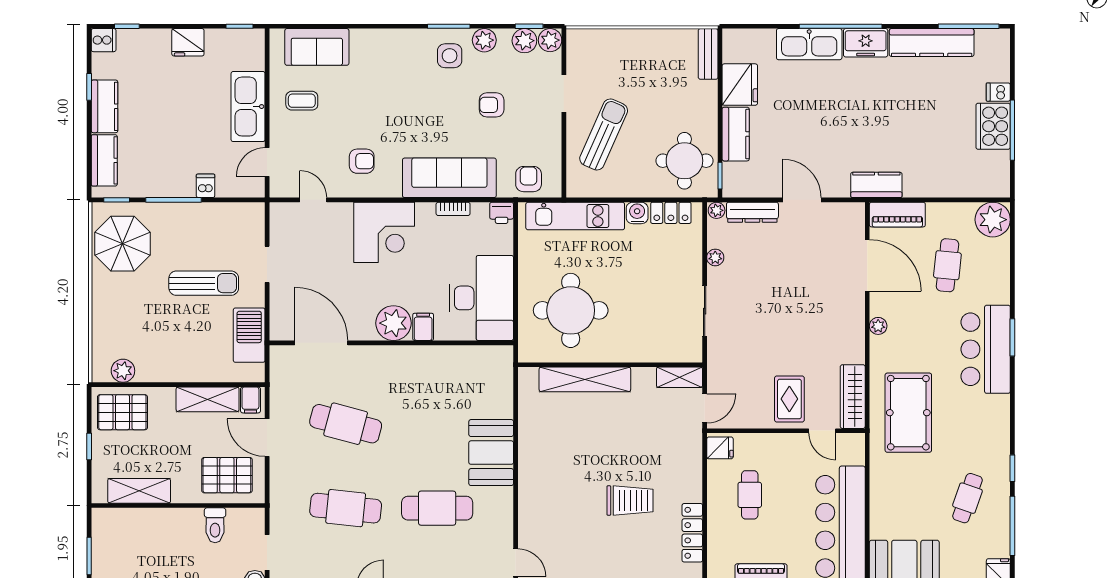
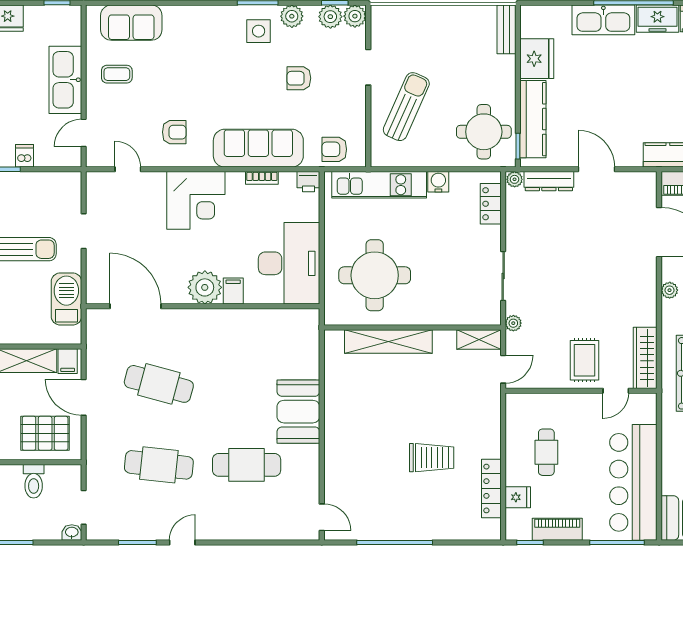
kitchen counter: (736, 134) -> (533, 119), width x1.50
armchair: (529, 179) -> (334, 149), turned -90
locker: (671, 213) -> (491, 204), moved, turned 90
plant: (715, 257) -> (513, 323), moved
door: (822, 431) -> (616, 391), hinge flipped
fridge: (720, 448) -> (518, 497), moved

